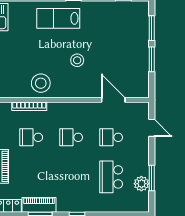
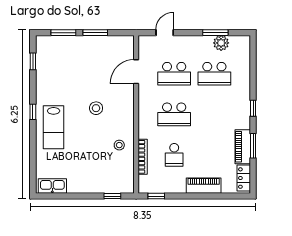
stool: (41, 83) -> (119, 145), width x0.53, depth x0.53
school desk: (71, 137) -> (174, 114), width x1.85
school desk: (111, 137) -> (174, 74), width x1.85

